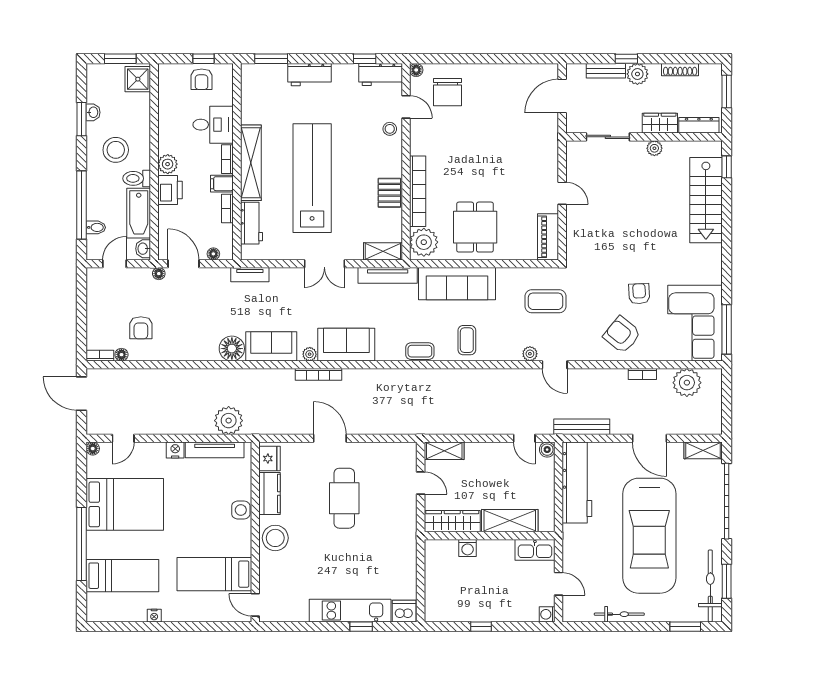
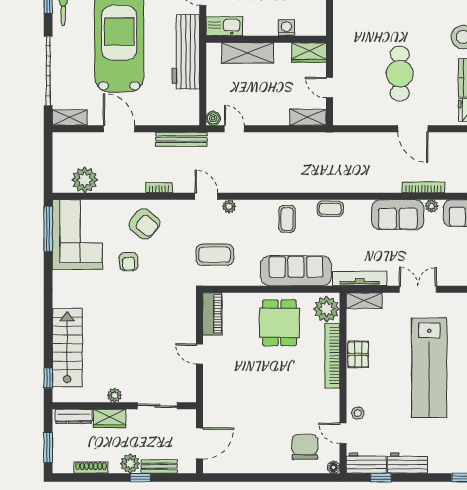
workbench: (310, 75) -> (407, 463), moved
bookcase: (642, 374) -> (159, 188), moved
workbench: (577, 483) -> (186, 52), moved
wardrobe: (452, 521) -> (309, 52), width x0.67

